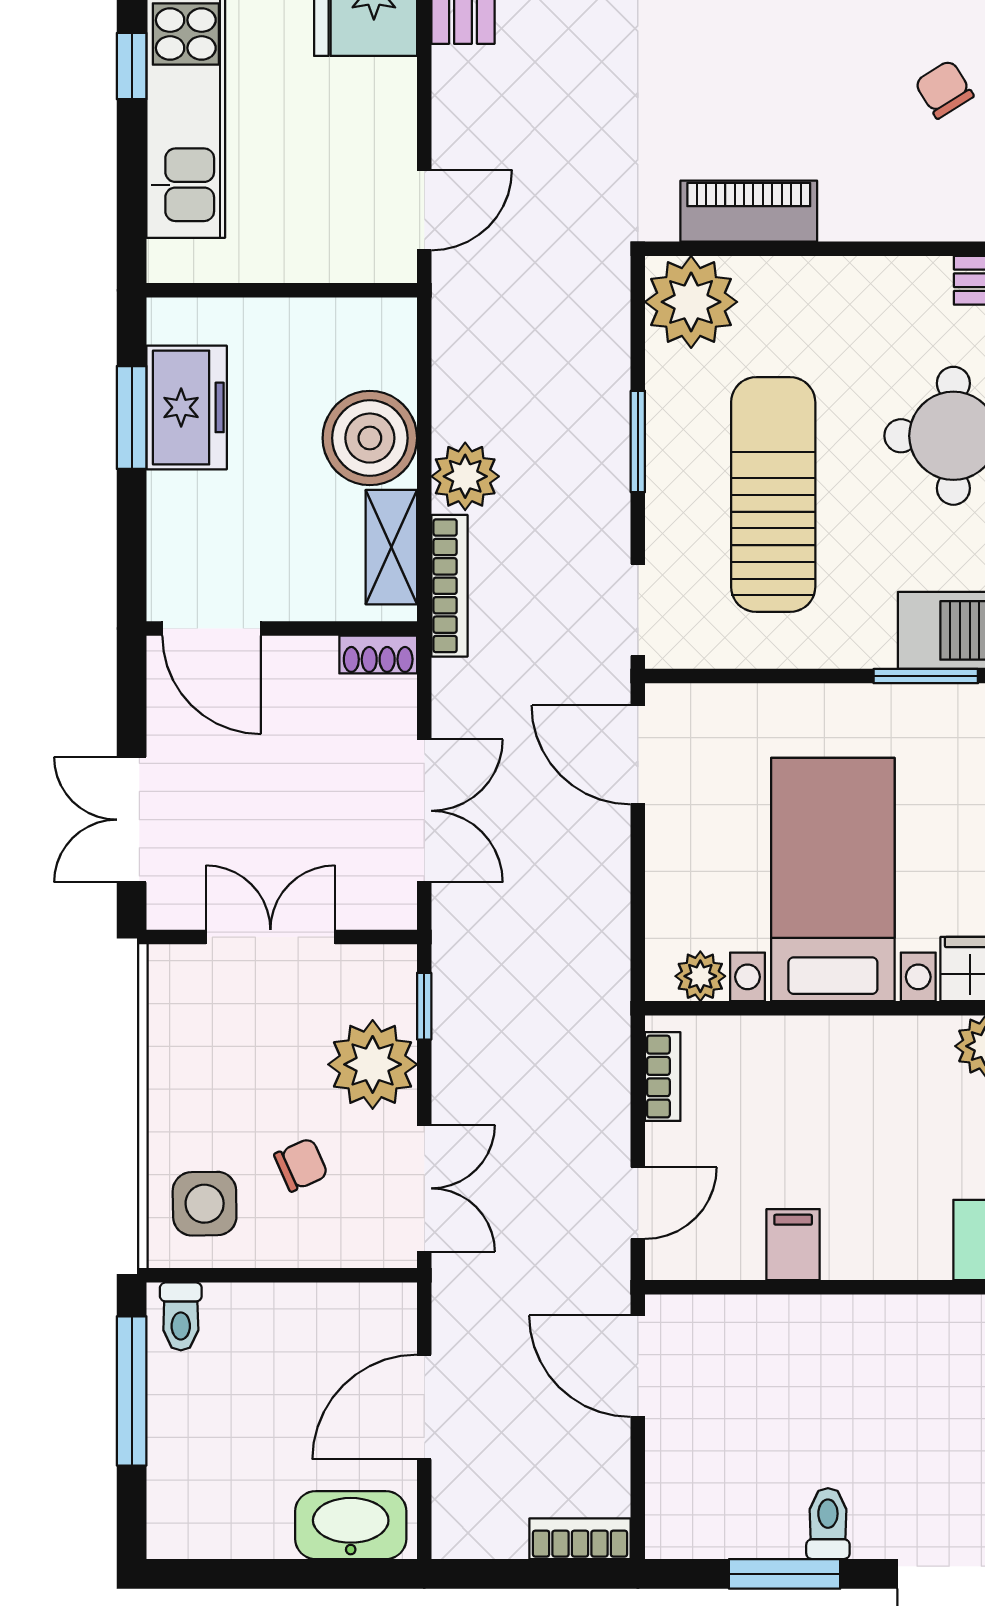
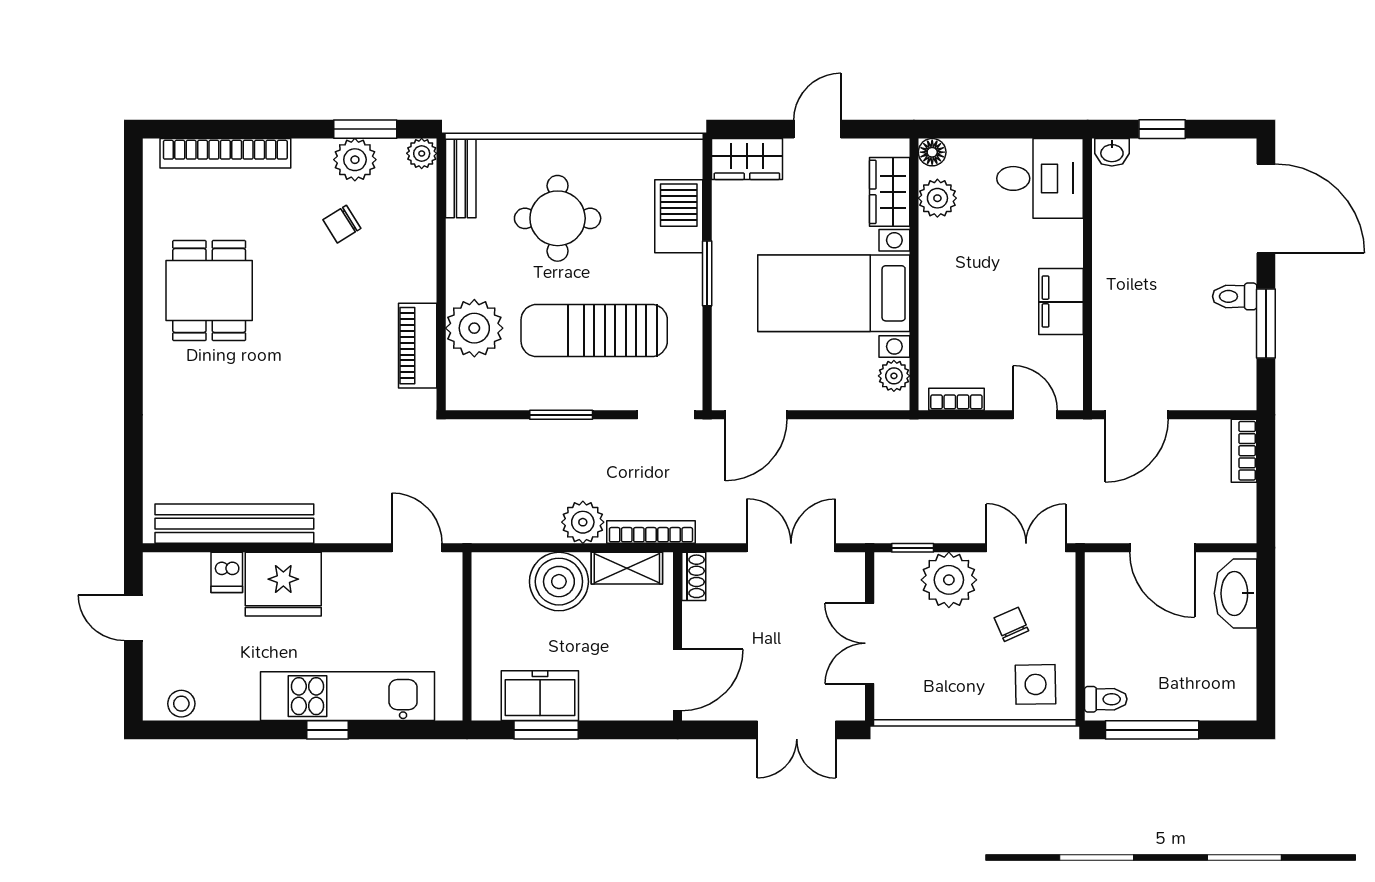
plant: (691, 302) -> (474, 328), moved
window: (926, 676) -> (707, 273), moved
filing cabinet: (793, 1245) -> (1061, 302), width x2.00

